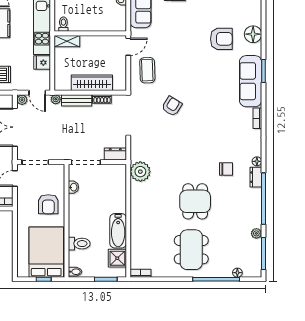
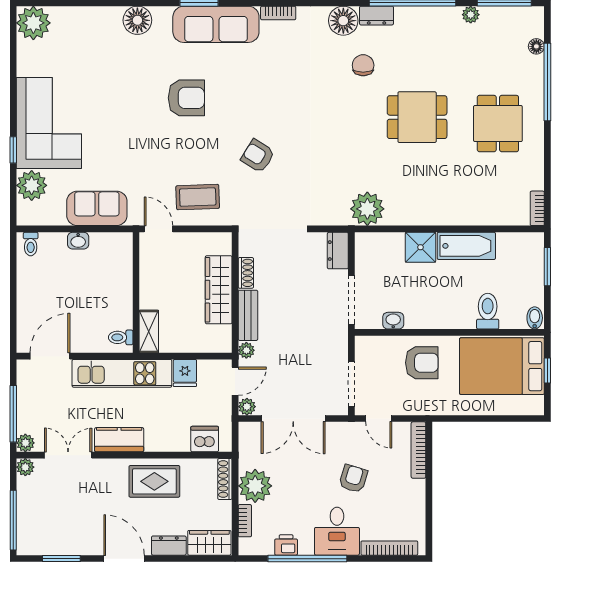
armchair: (221, 39) -> (186, 98), moved, turned 90
floor lamp: (257, 161) -> (343, 21), width x1.89, depth x1.89
dining table: (191, 250) -> (498, 124), width x0.73
shower: (117, 258) -> (420, 247), moved

